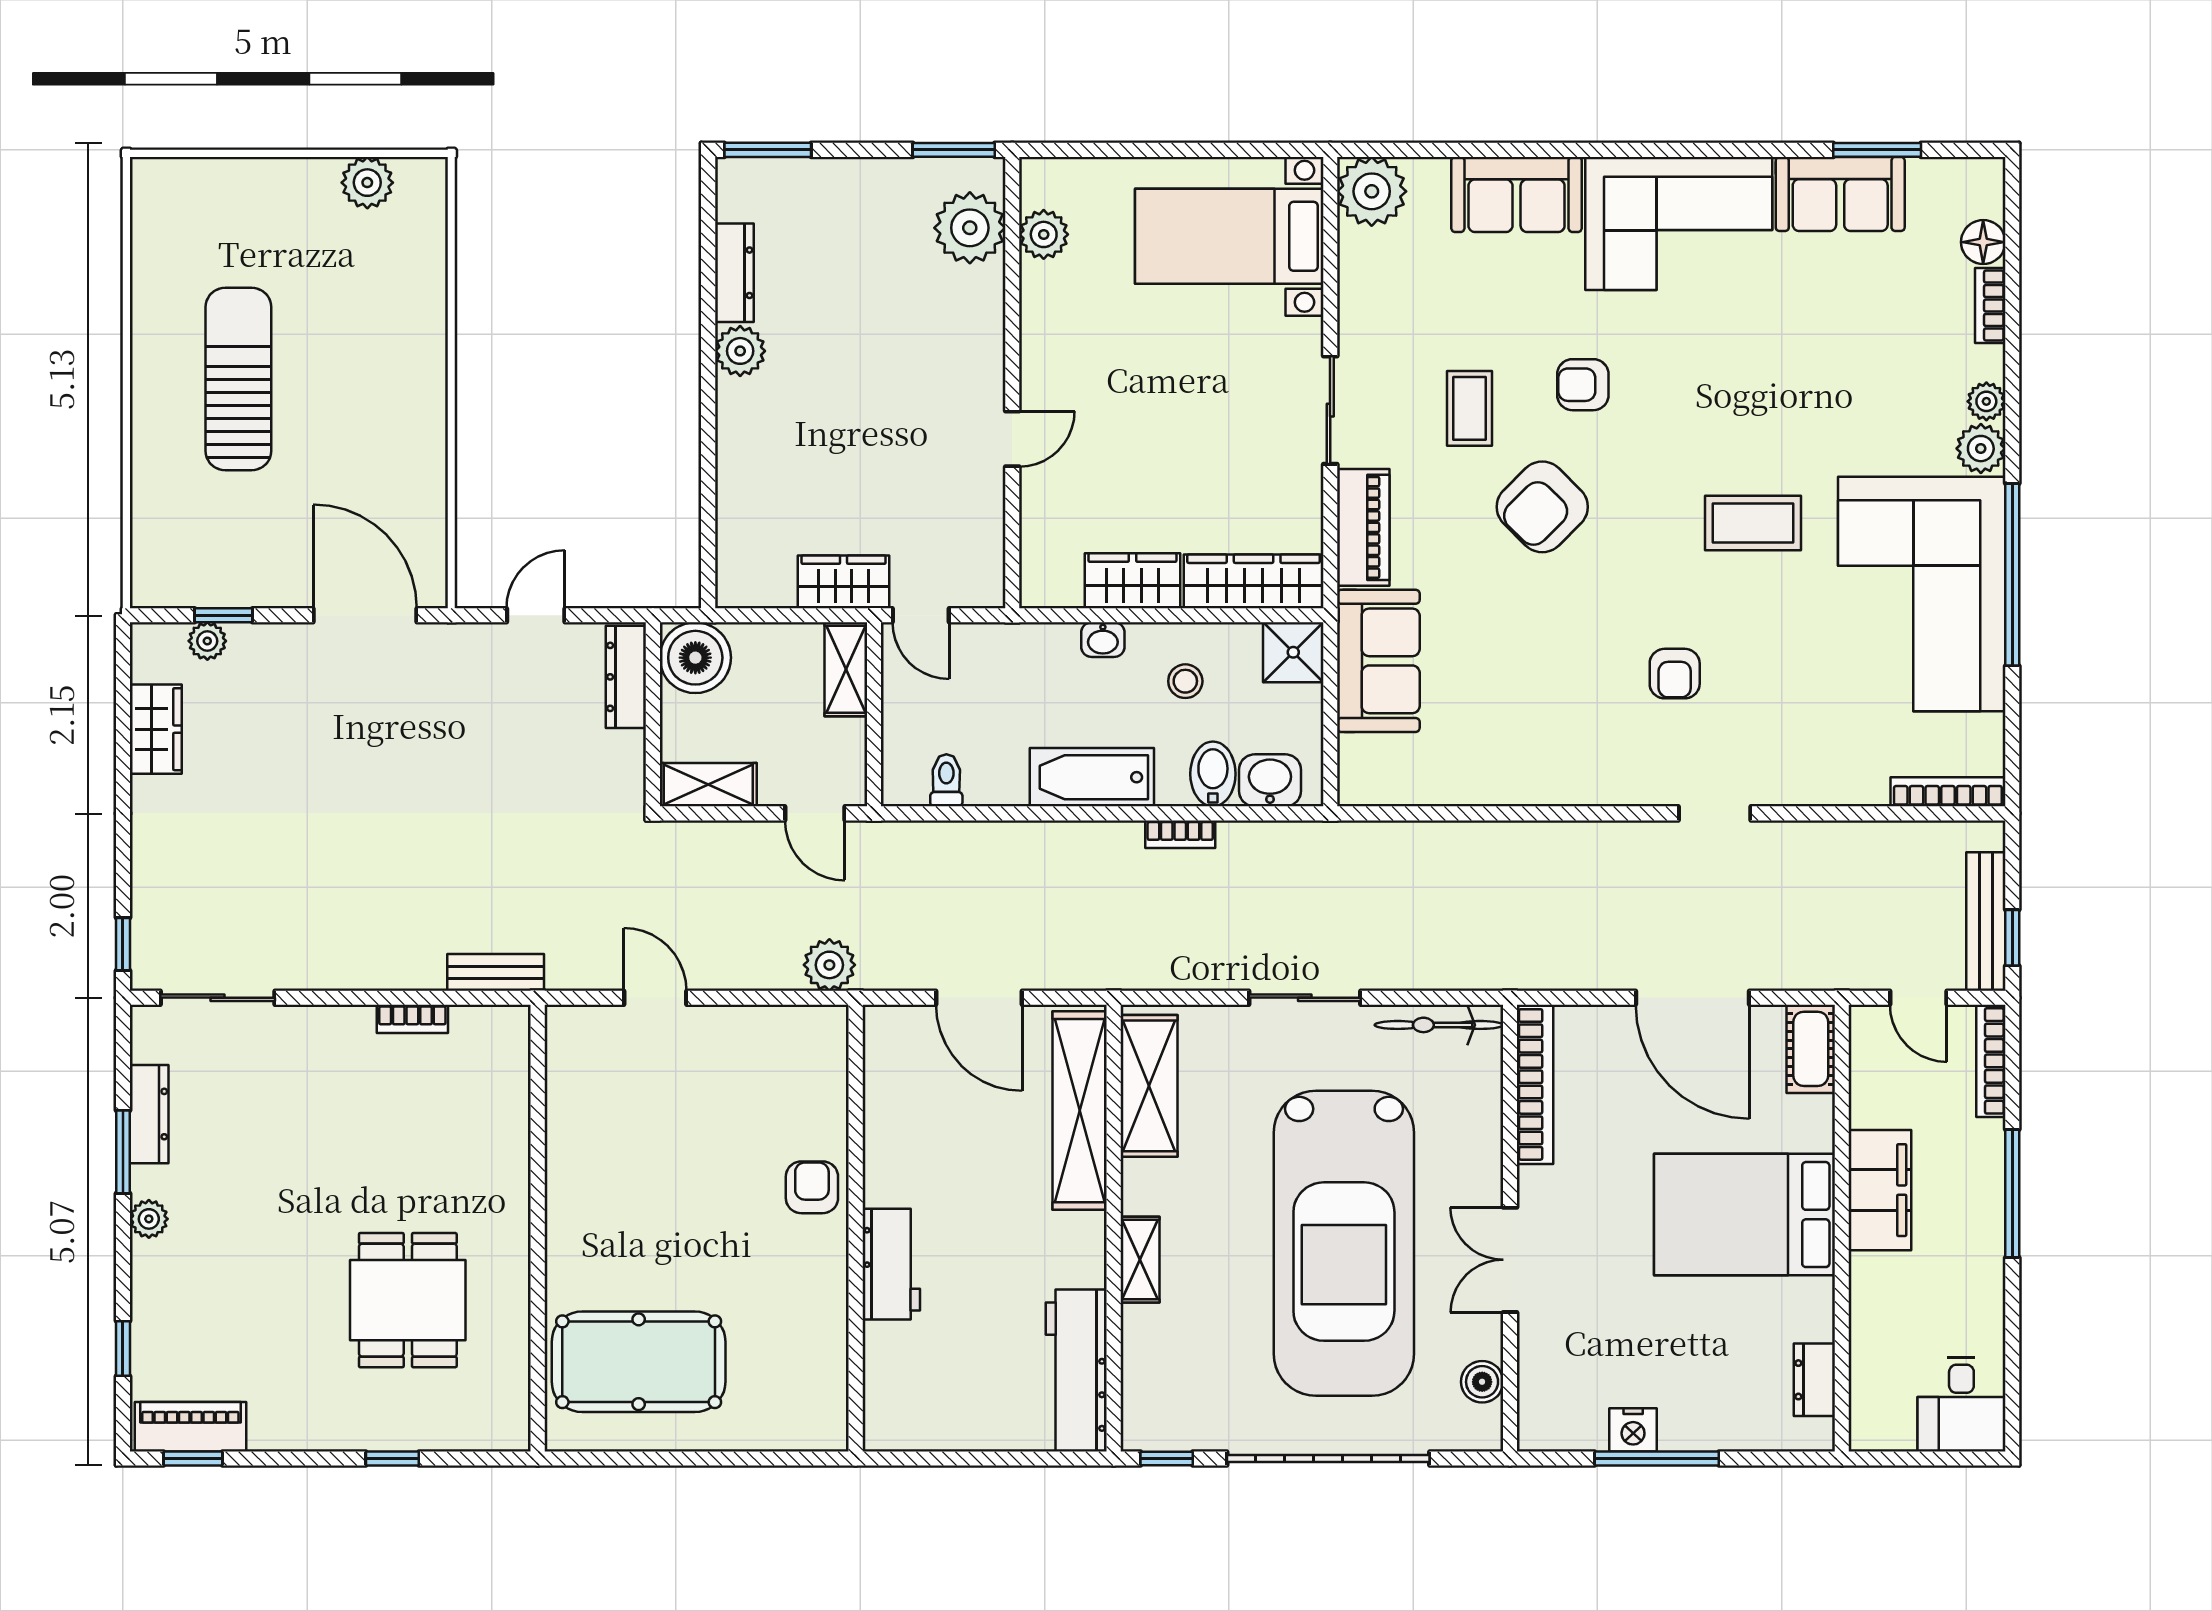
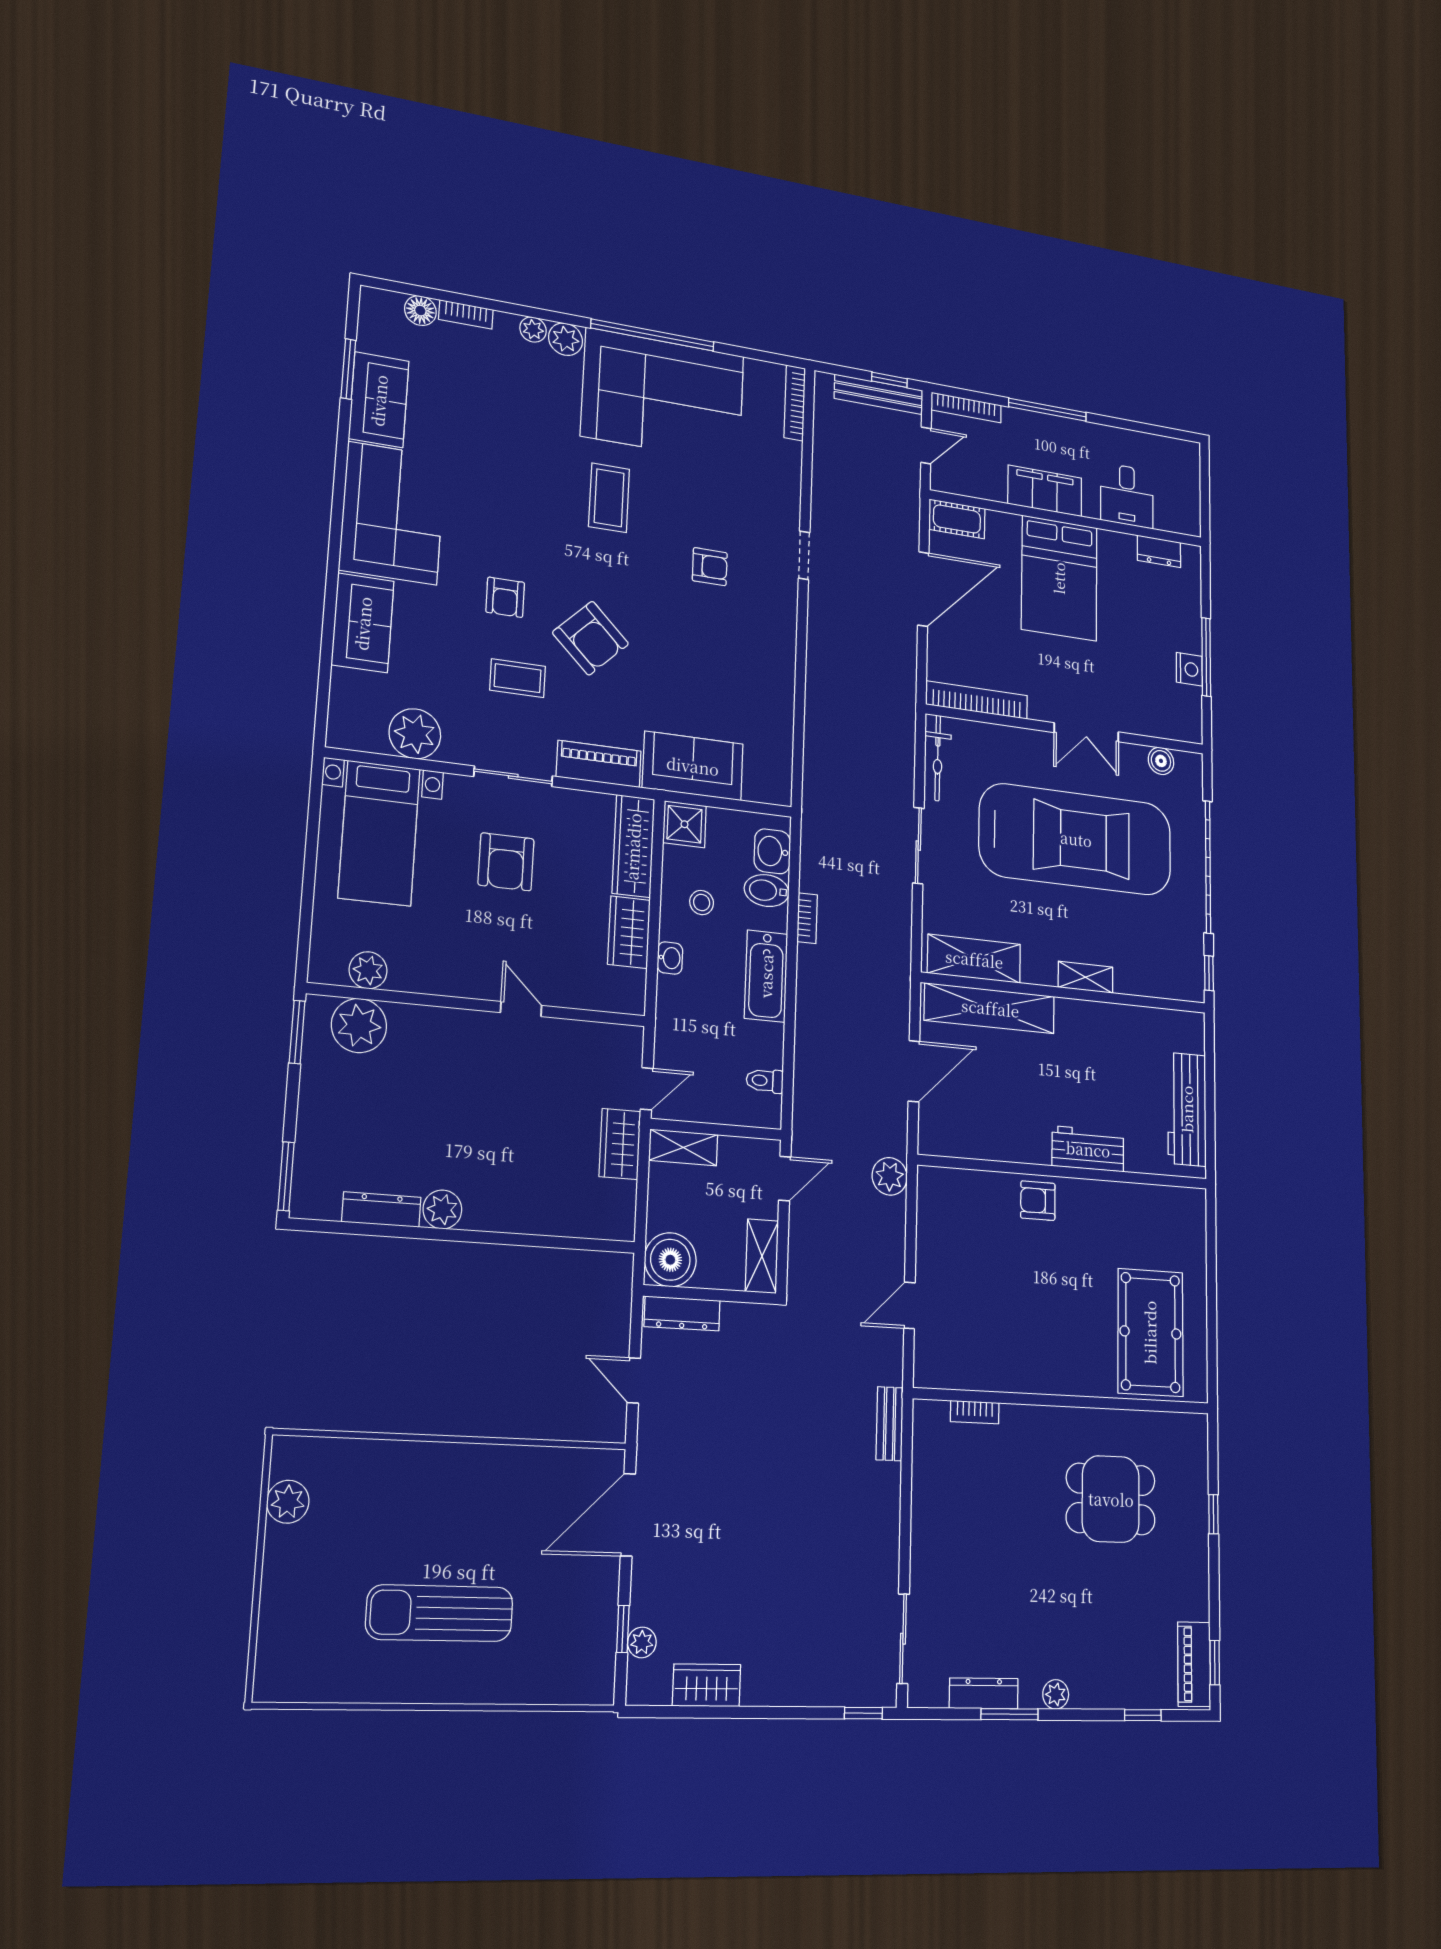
plant: (1372, 191) -> (415, 734), moved
armchair: (1210, 407) -> (506, 862), added
bookcase: (412, 1019) -> (975, 1412), moved, turned 90
workbench: (1076, 1370) -> (1187, 1109), moved, turned 90
desk: (1961, 1404) -> (1127, 496), moved, turned 90

